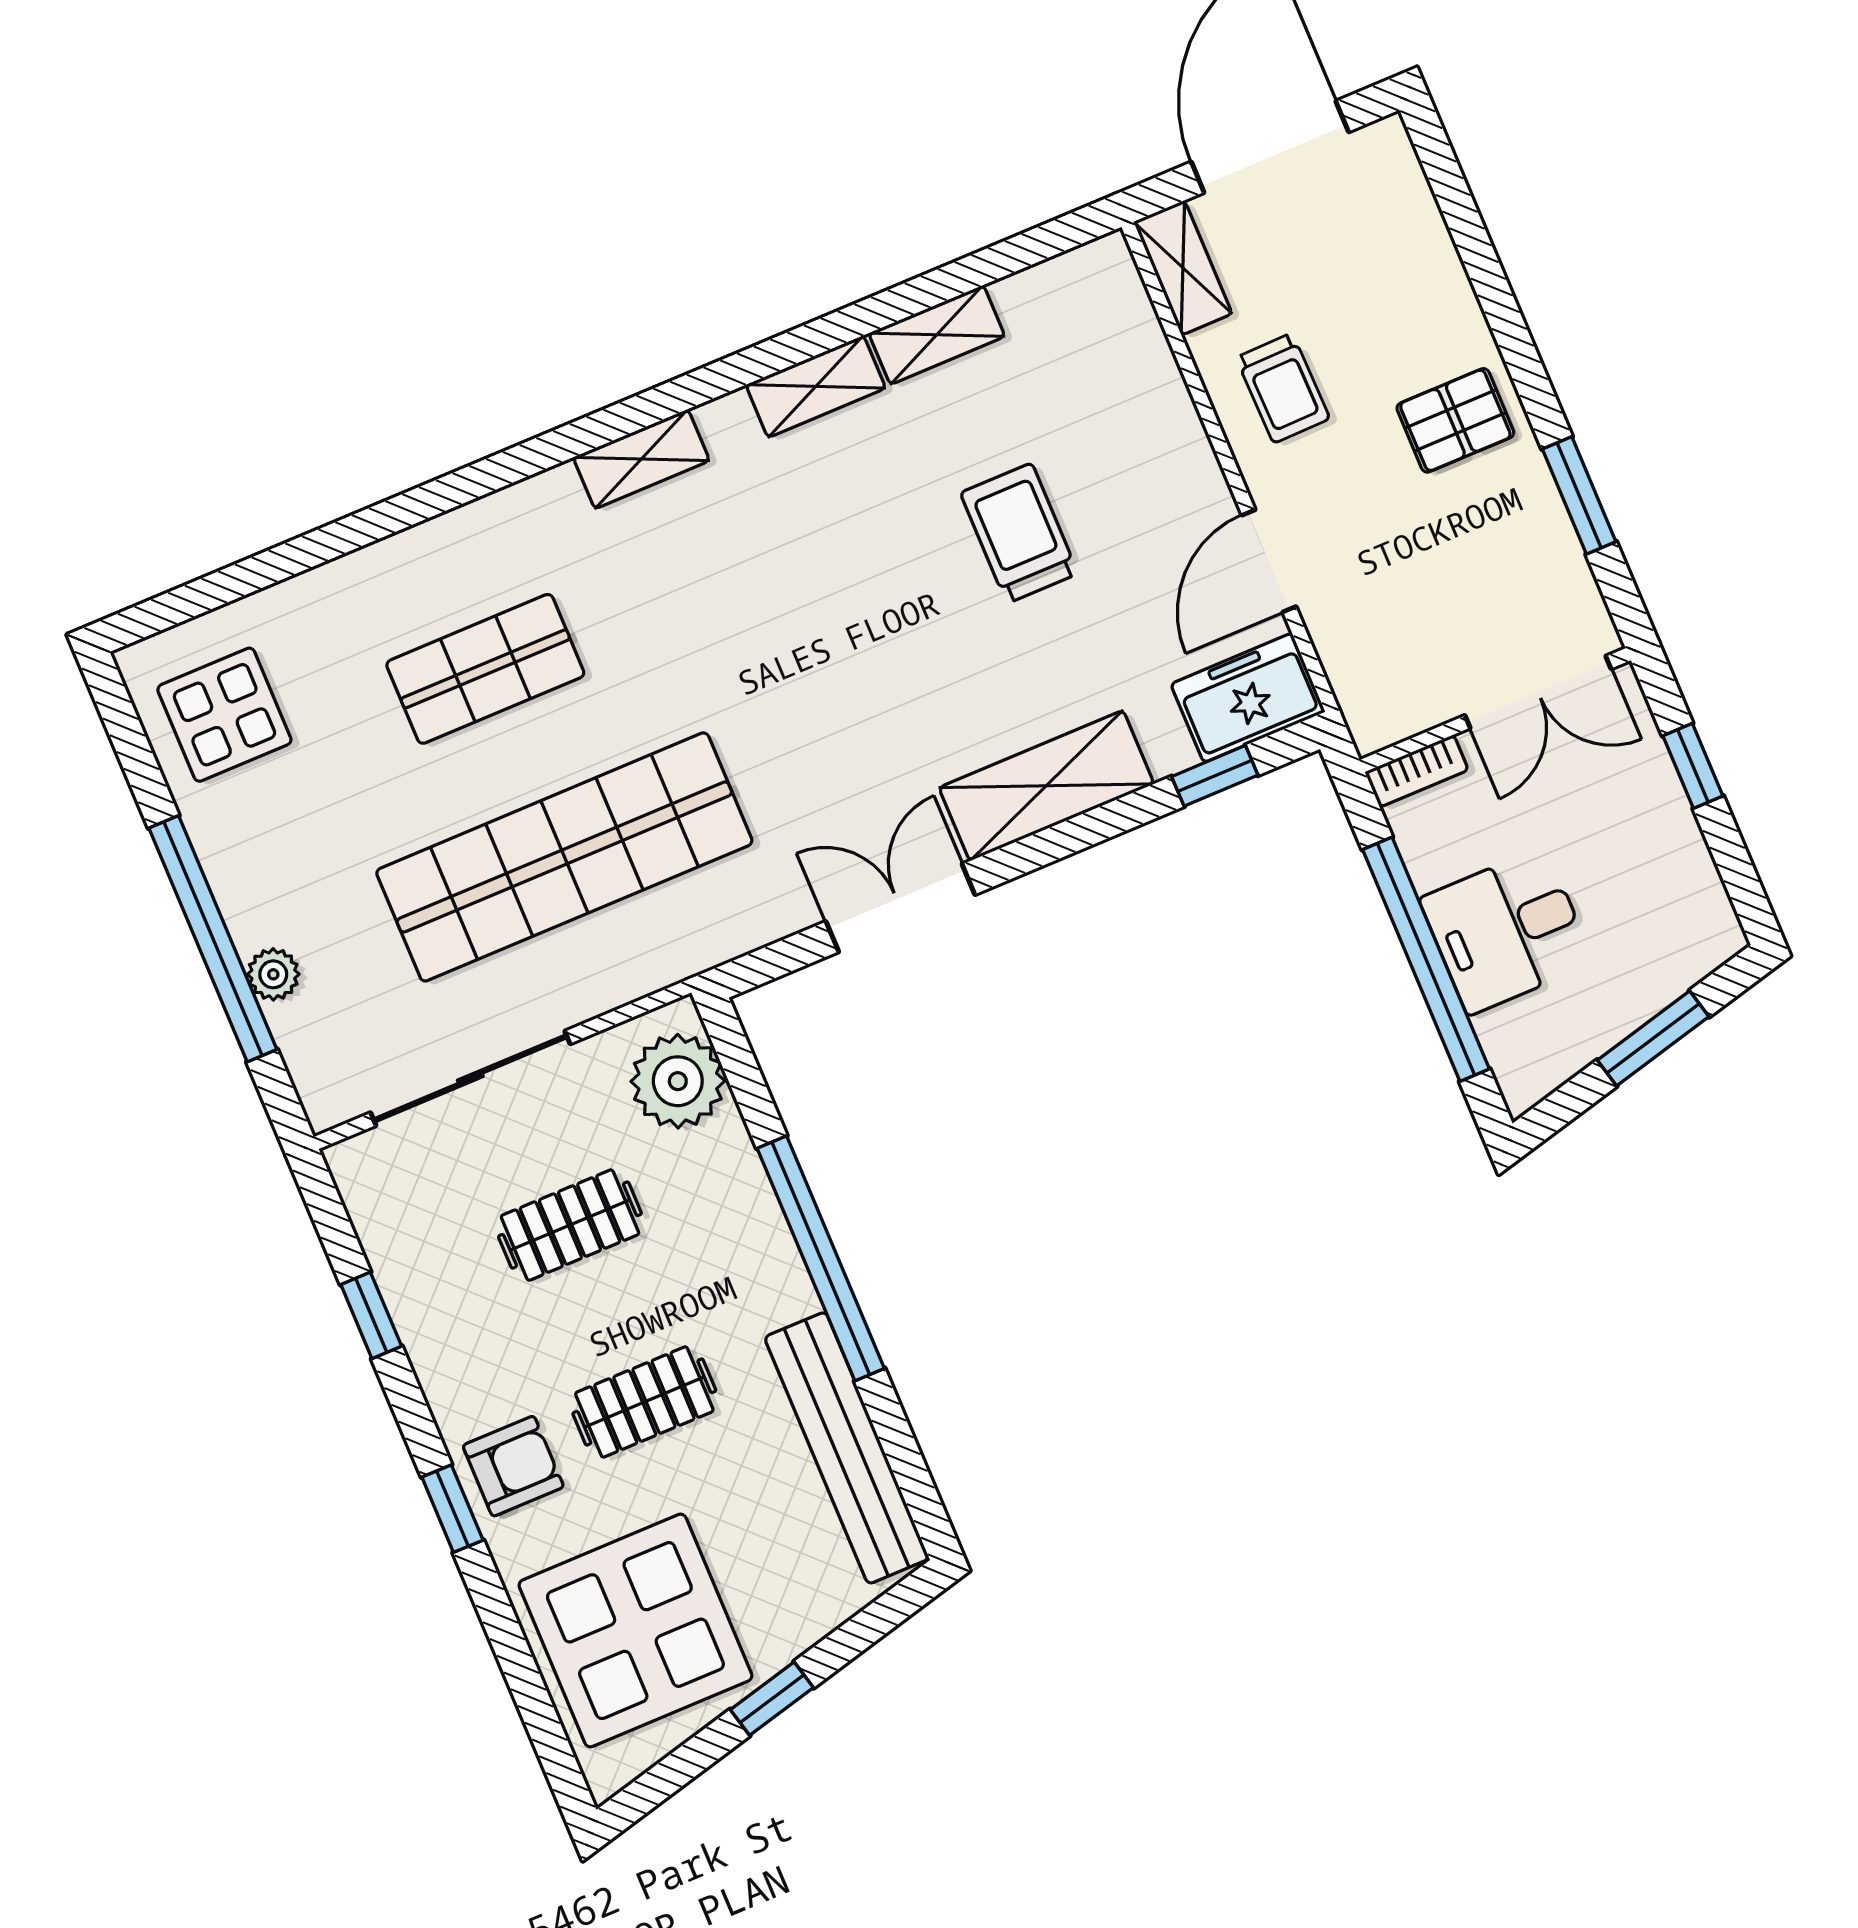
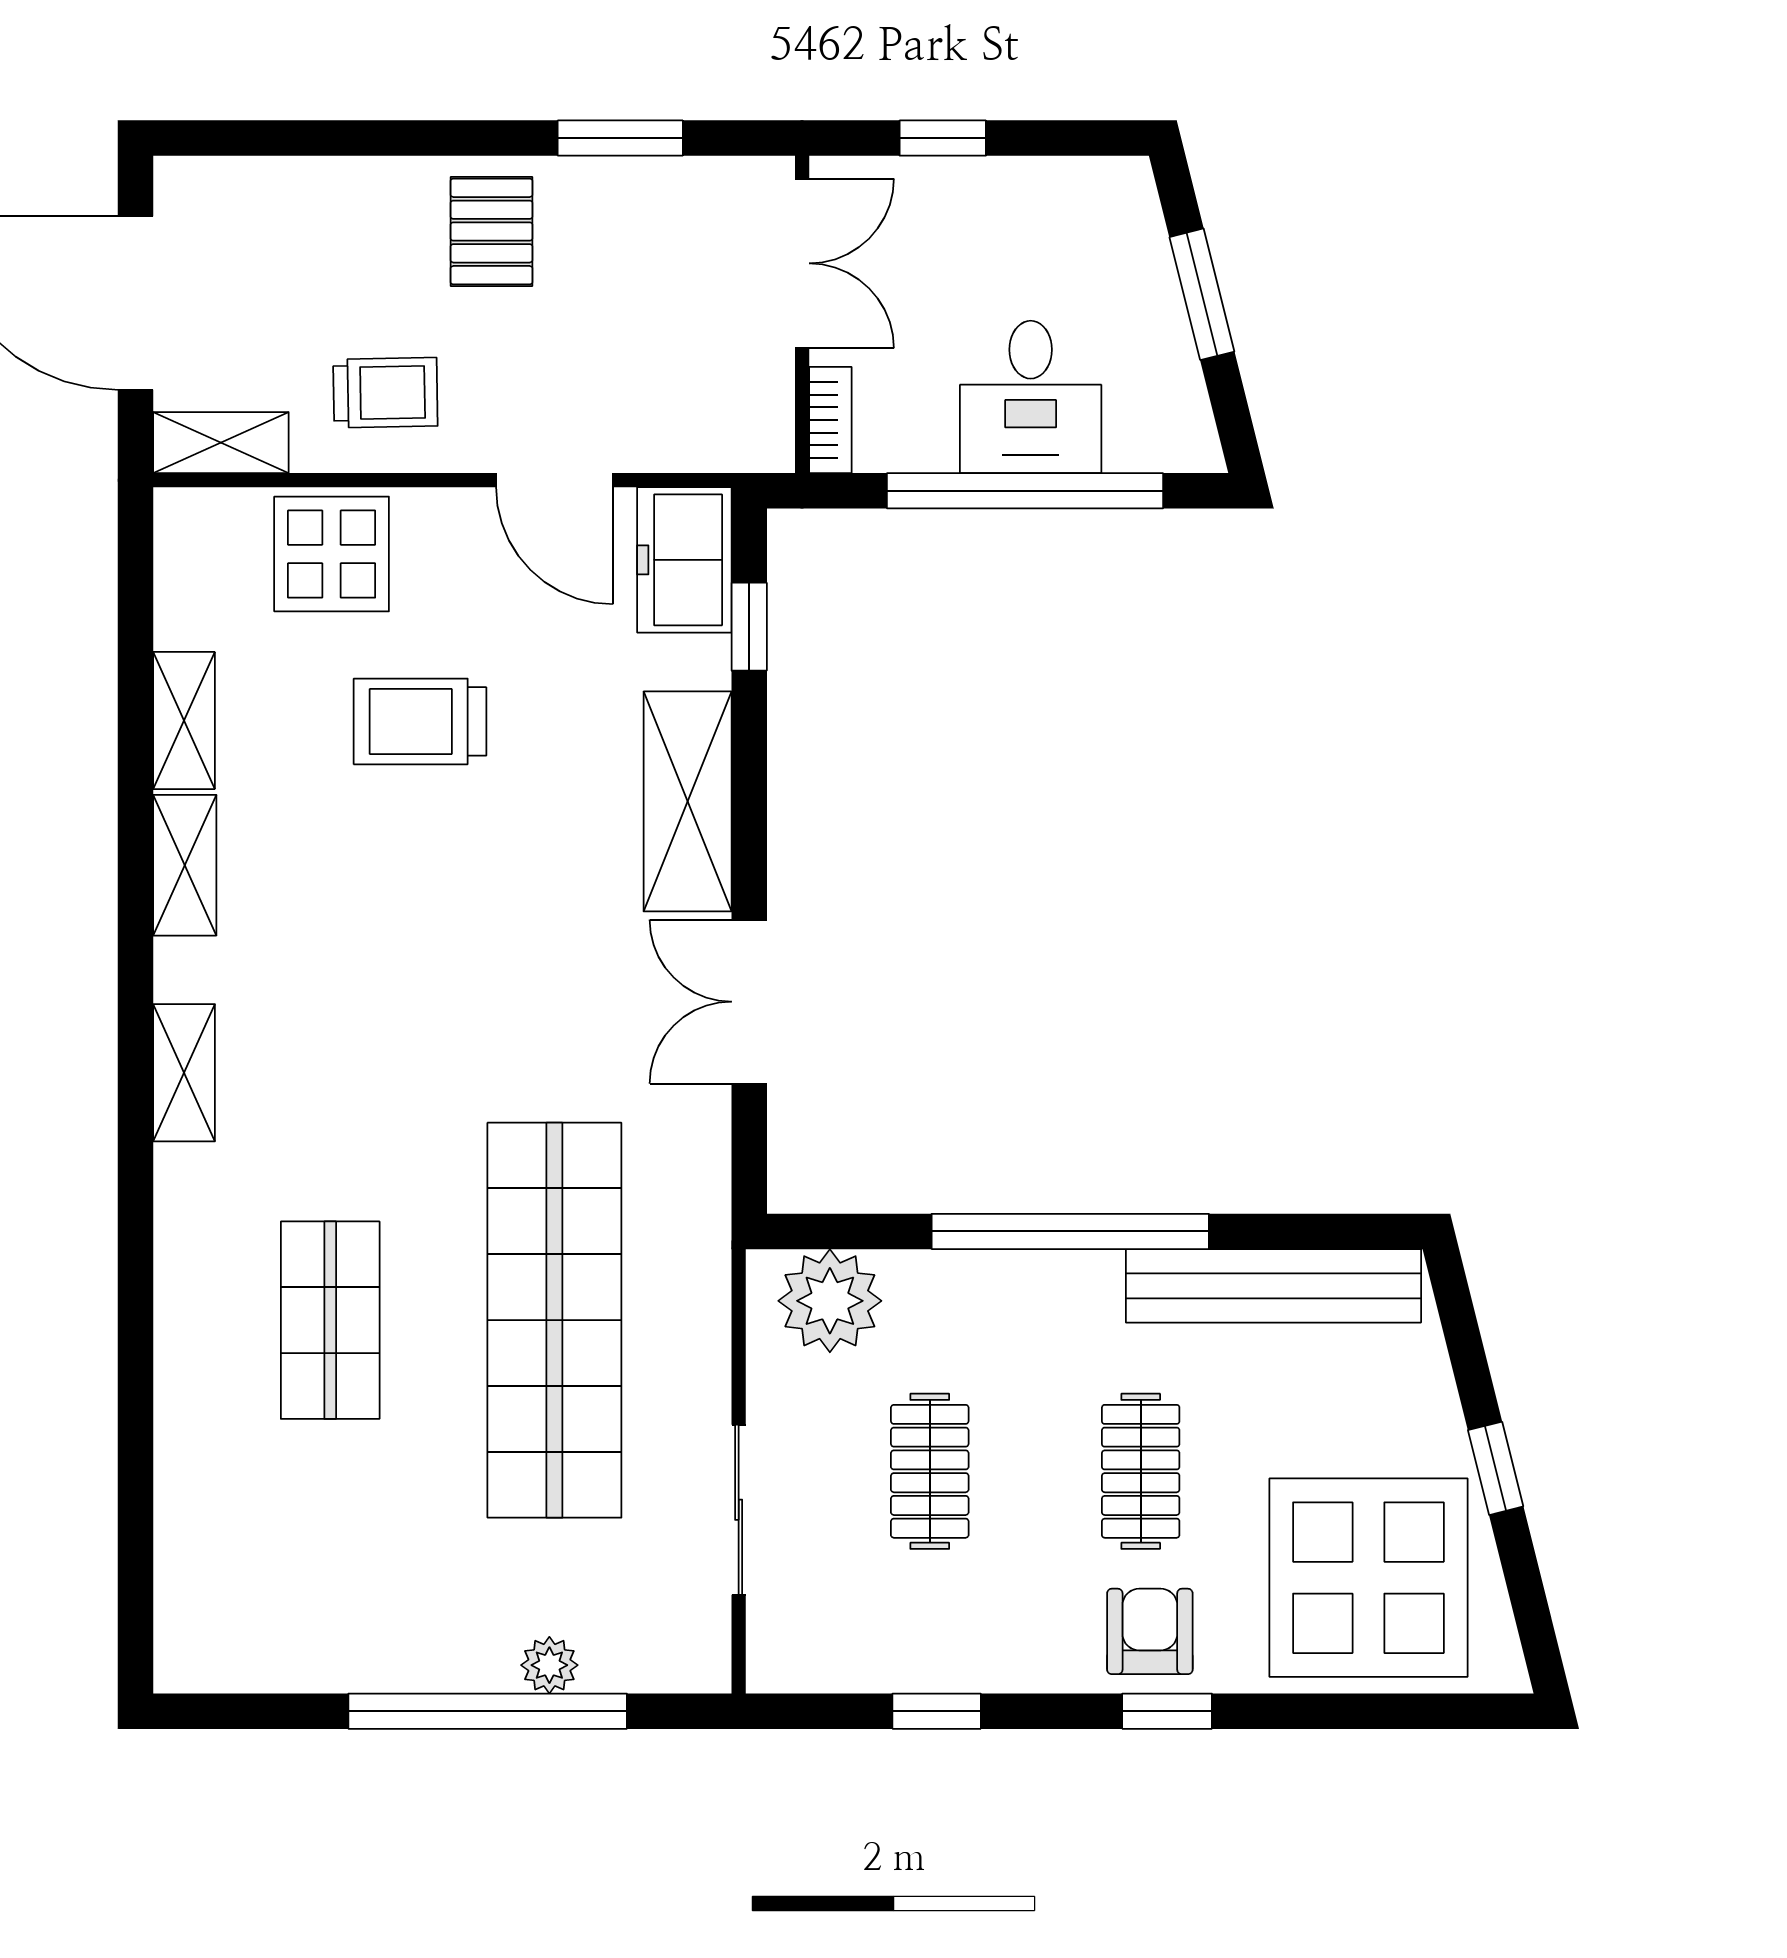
display table: (224, 715) -> (332, 554), moved
sliding door: (470, 1078) -> (739, 1510), width x0.73

